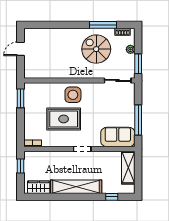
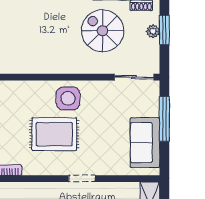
window: (138, 64) -> (164, 30), moved
window: (138, 120) -> (164, 119), moved
sofa: (118, 137) -> (145, 143), moved, turned -90

